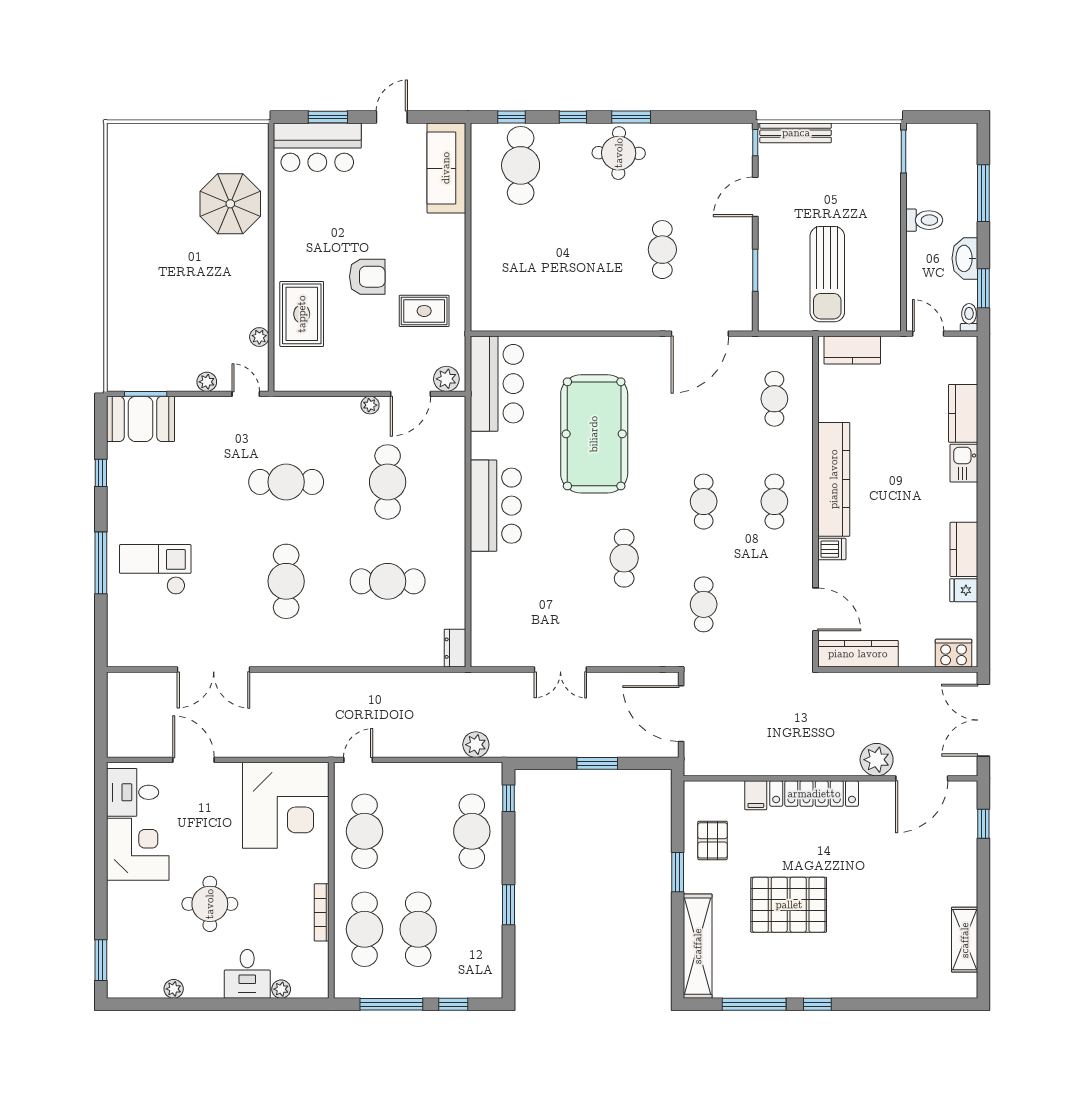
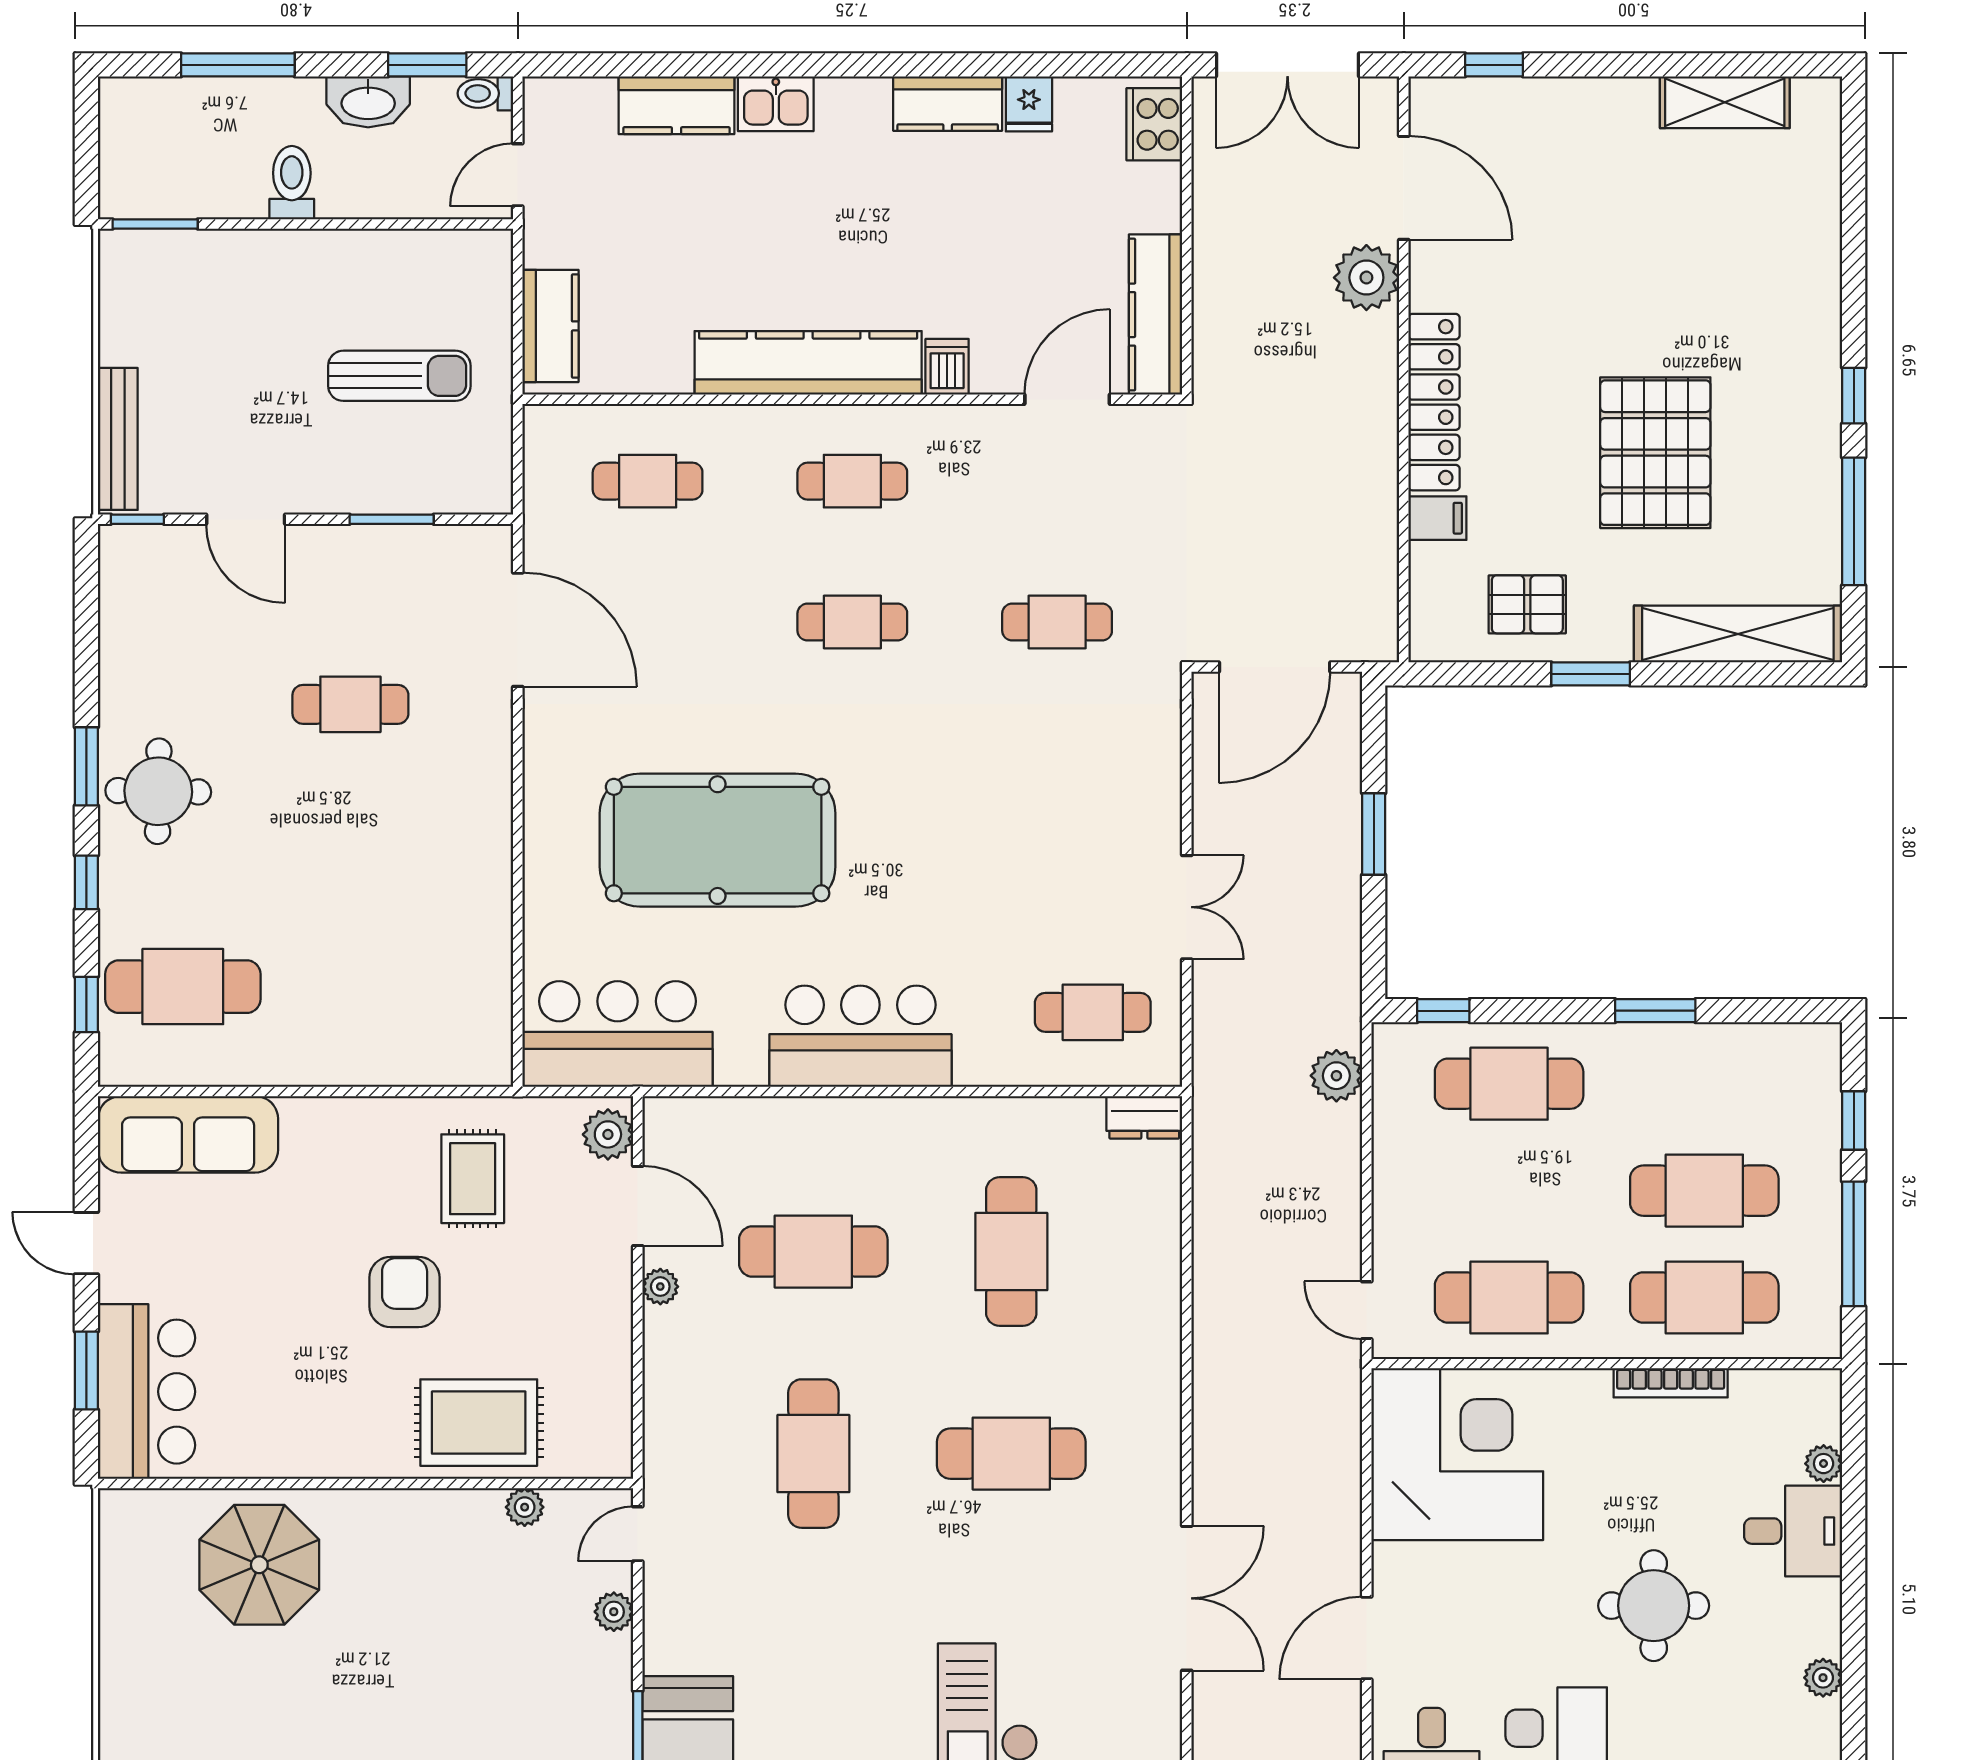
sun lounger: (827, 274) -> (399, 376), width x0.73, depth x0.75
cafe table: (624, 558) -> (1093, 1012), moved

